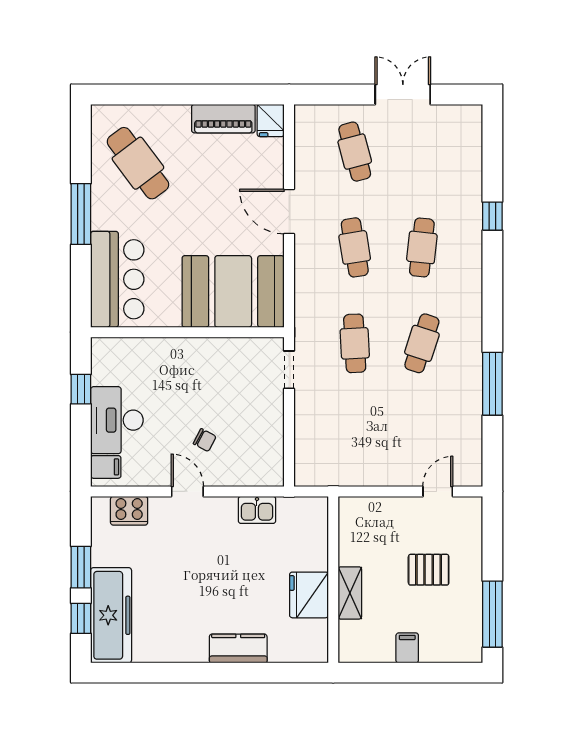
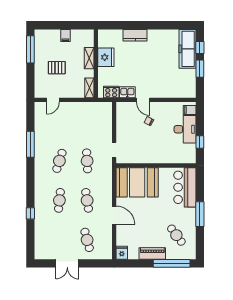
window: (150, 95) -> (172, 263), added
piano: (223, 119) -> (152, 253), moved
cafe table: (138, 163) -> (176, 235), width x0.73, depth x0.74
door: (187, 491) -> (143, 100), moved
cooker: (129, 511) -> (111, 92), moved
shelving: (349, 521) -> (89, 88), added

